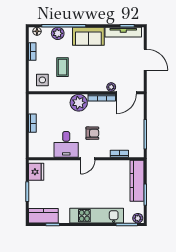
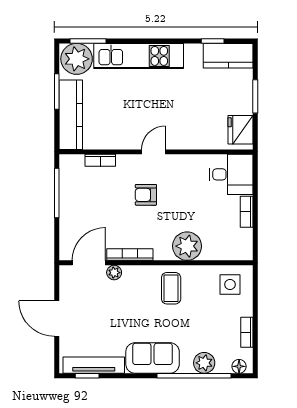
coffee table: (63, 67) -> (171, 288), moved
plant: (79, 103) -> (187, 246), moved
desk: (66, 144) -> (231, 174), moved, turned 90
plant: (138, 218) -> (77, 59), width x1.87, depth x1.87

